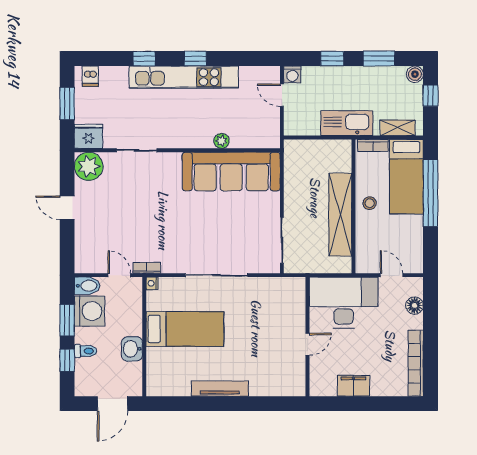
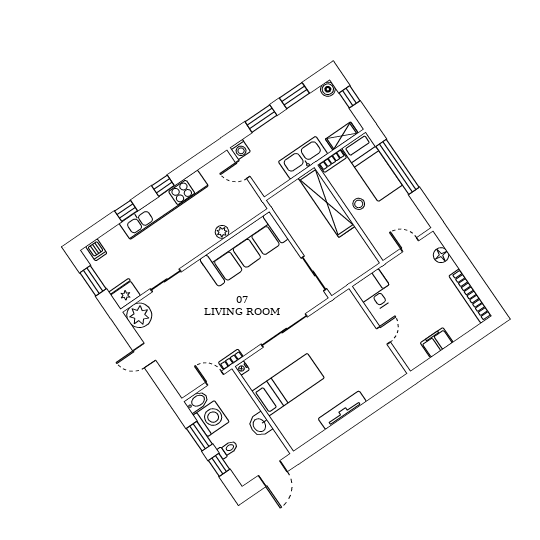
window: (332, 59) -> (261, 119), width x1.50
shelving: (340, 215) -> (327, 202), moved
desk: (344, 303) -> (375, 291), width x0.53, depth x0.77

